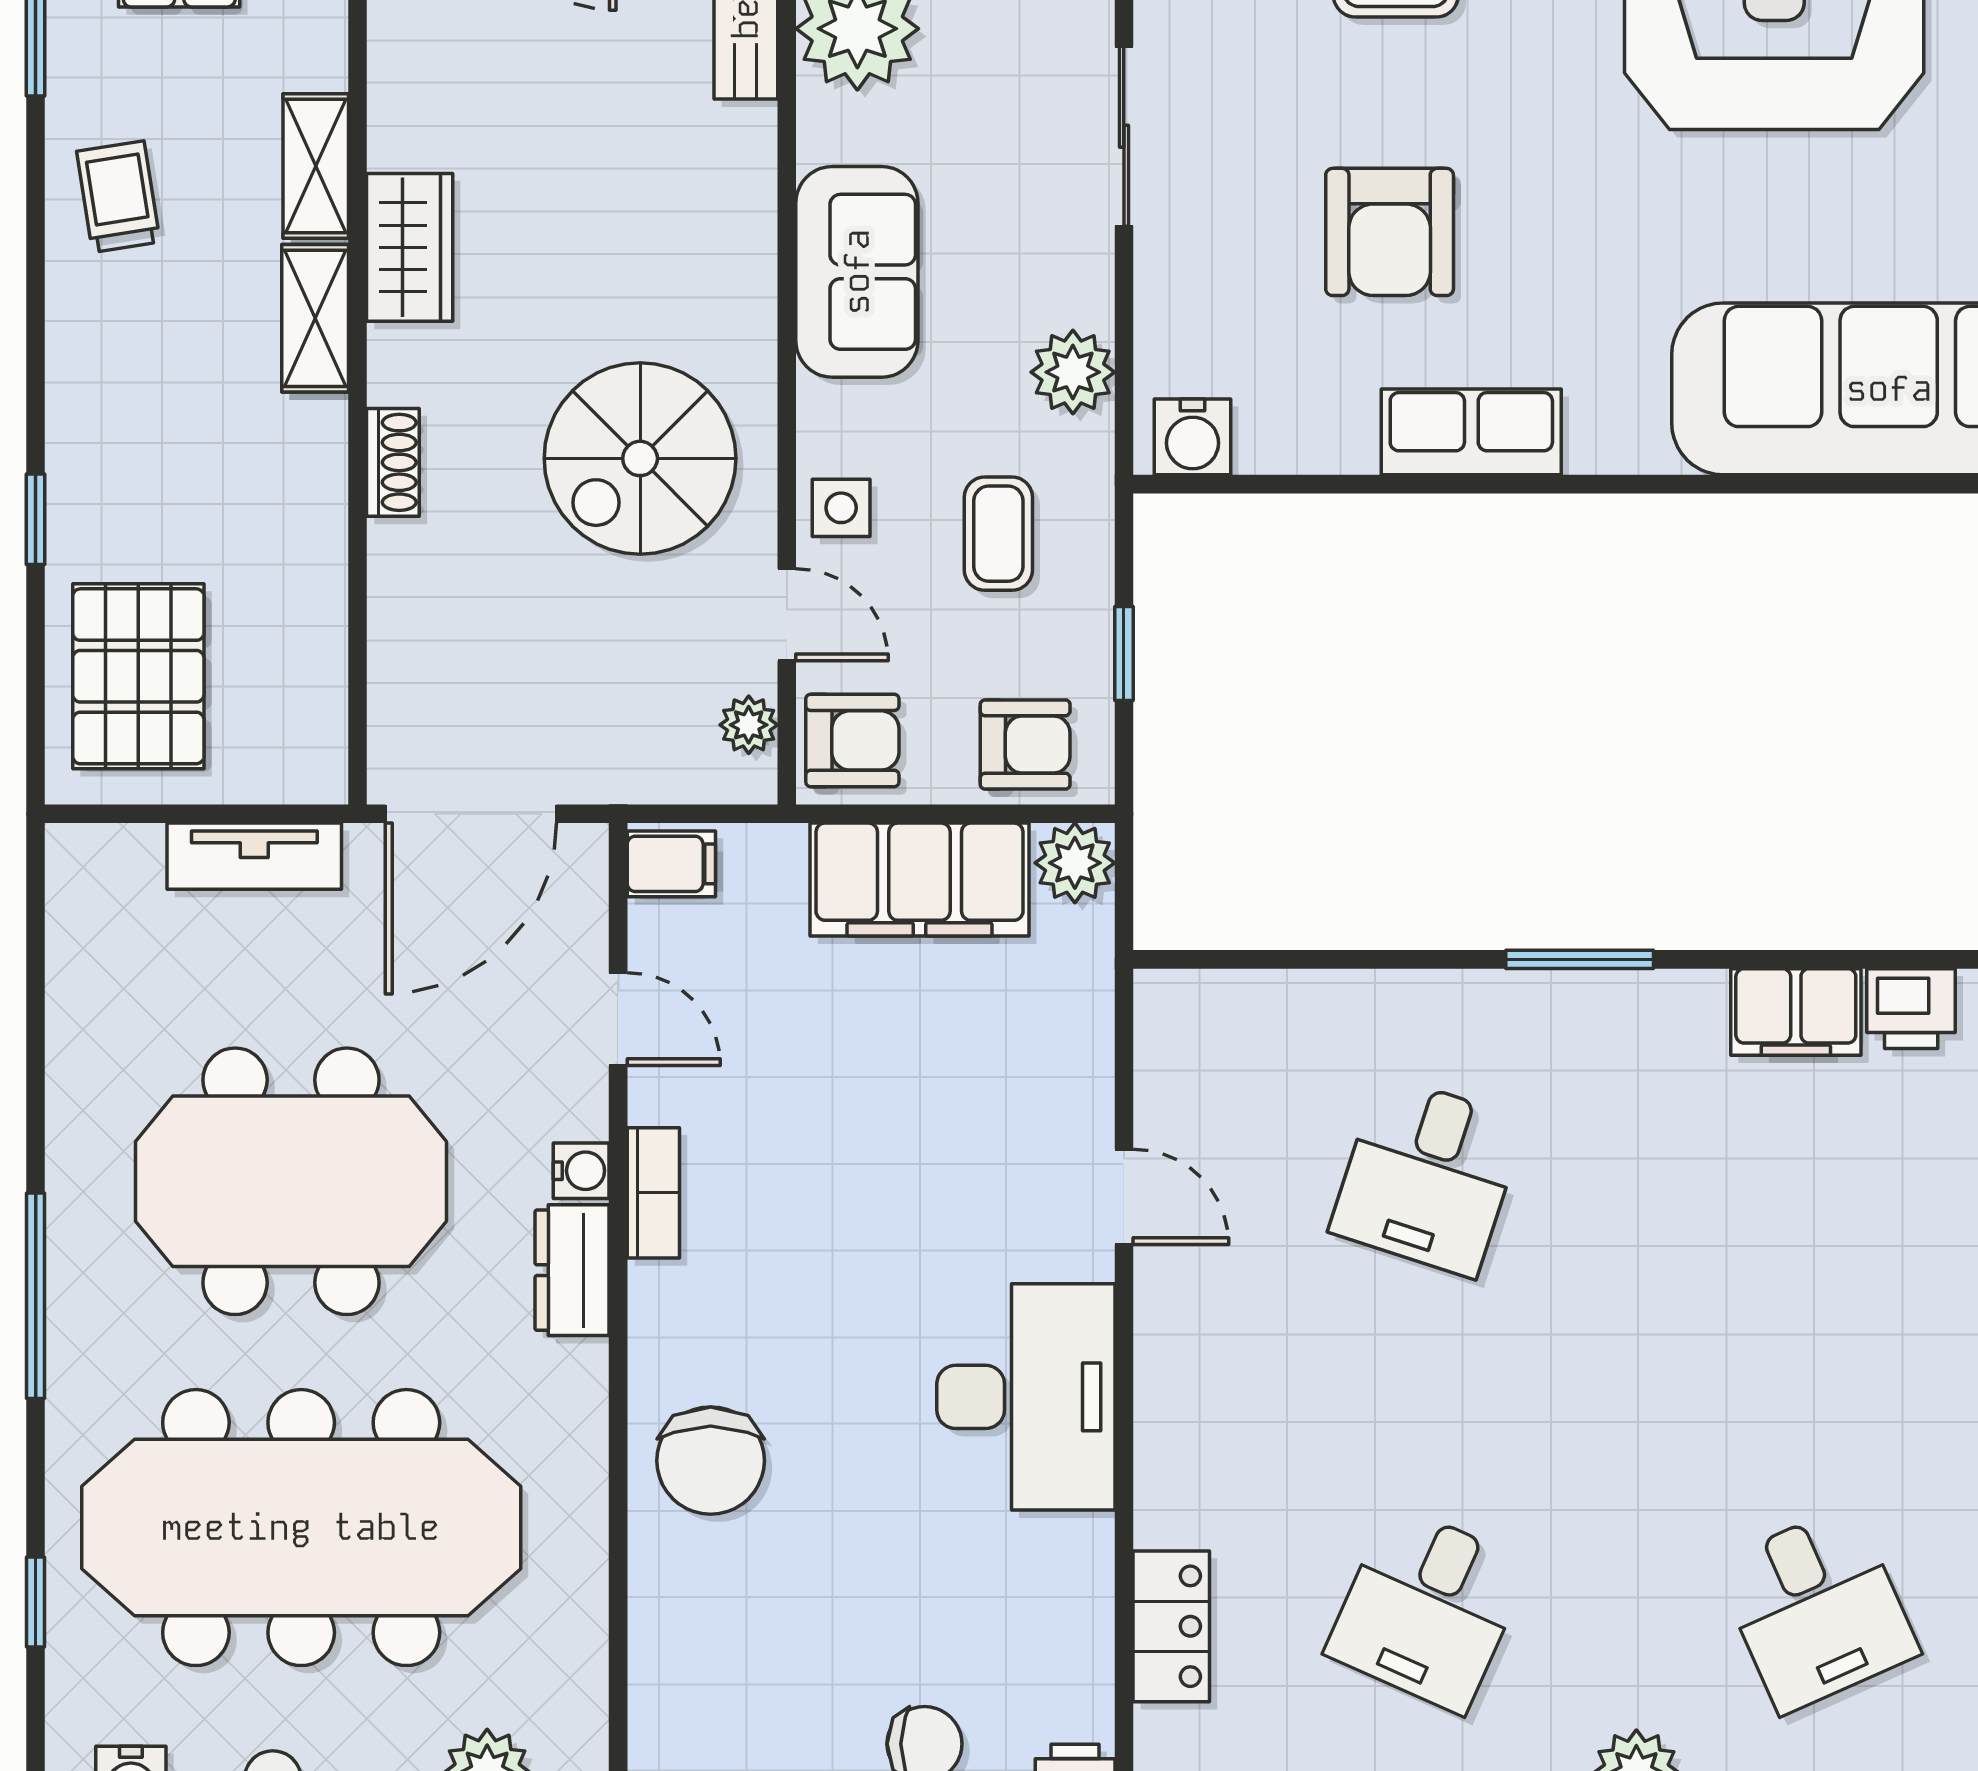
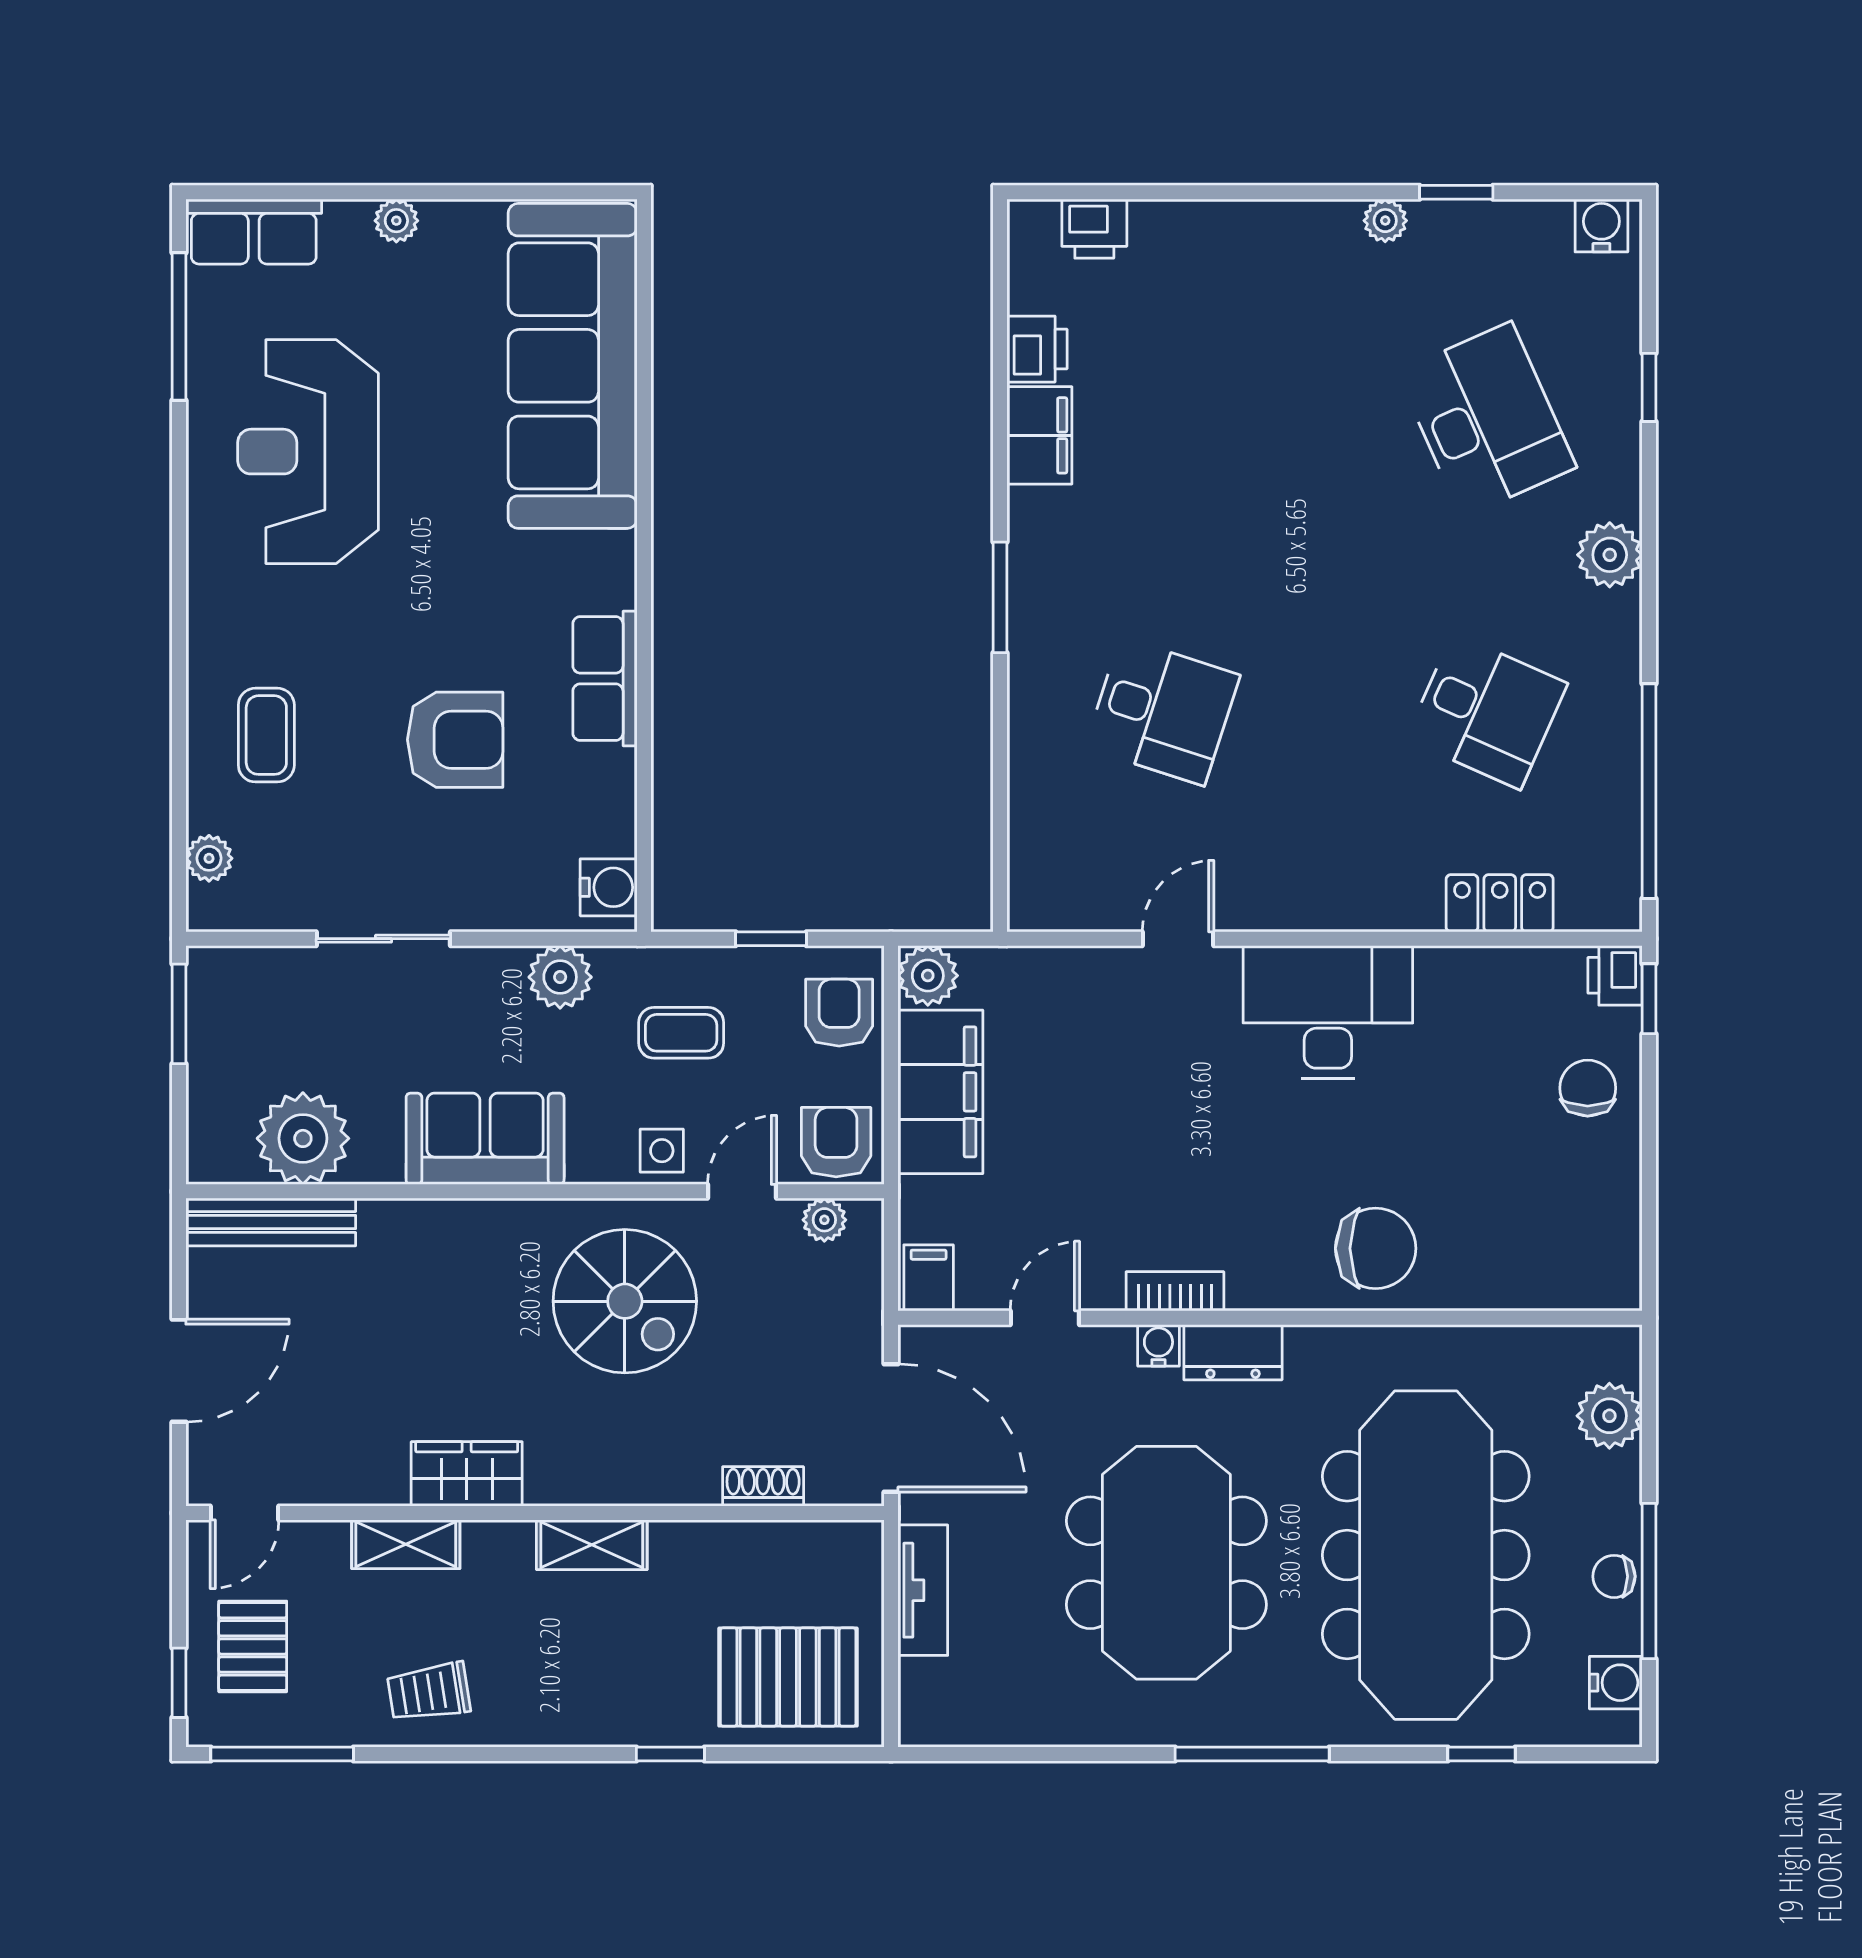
shelving: (315, 318) -> (592, 1545), moved
shoe rack: (393, 462) -> (763, 1486), moved
desk: (1817, 1609) -> (1487, 420), width x1.37

